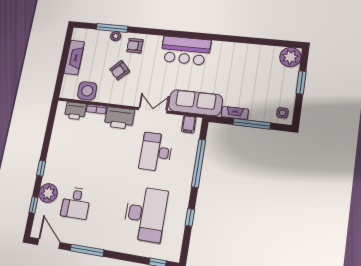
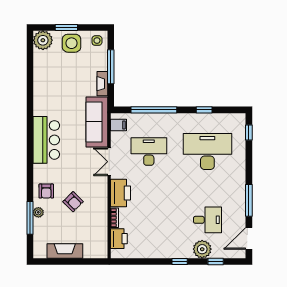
side table: (87, 91) -> (72, 43), moved
desk: (156, 152) -> (149, 152), turned 180

